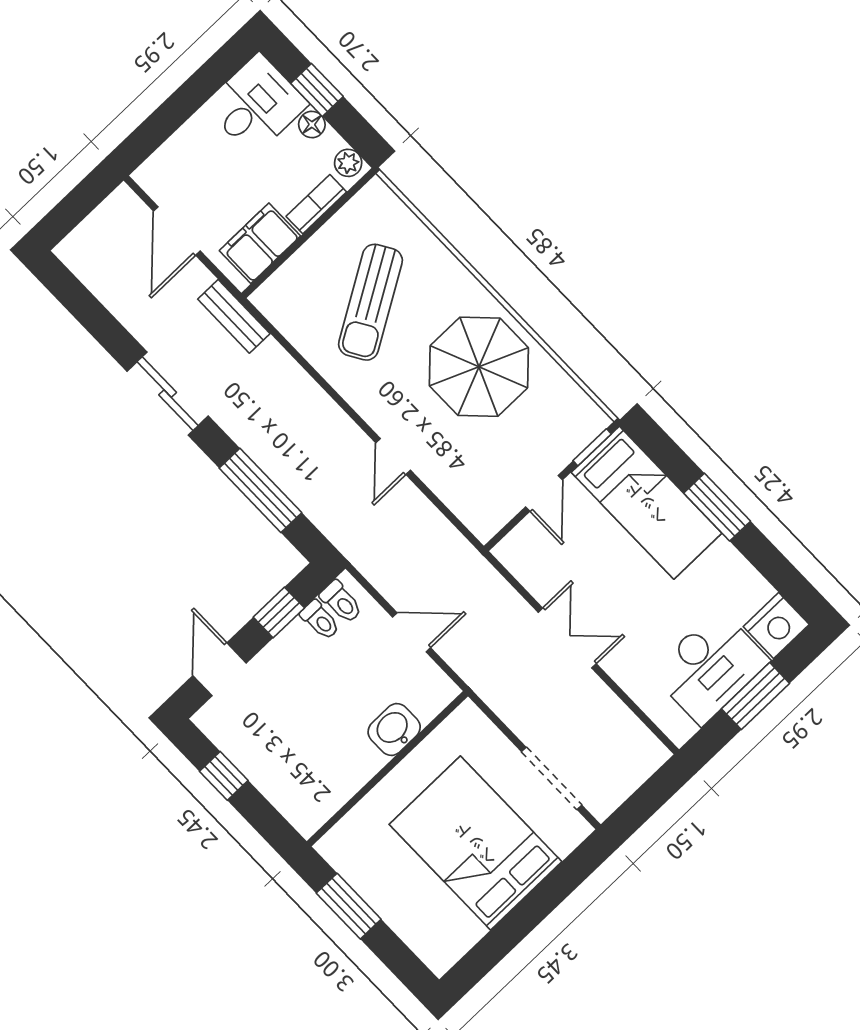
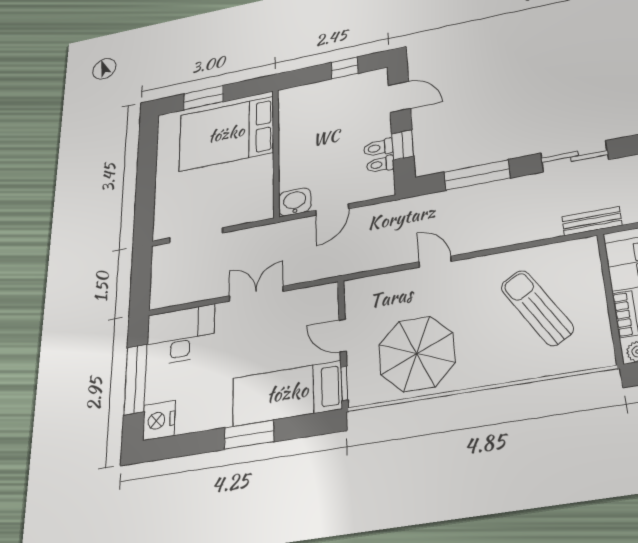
parasol: (479, 367) -> (417, 354), moved
toilet: (341, 602) -> (378, 148), moved
double door: (567, 638) -> (256, 294), swing flipped
desk: (710, 667) -> (180, 335), moved, turned 90
window: (756, 696) -> (136, 379), width x1.44
washbasin: (394, 729) -> (295, 202), moved, turned -90
bed: (476, 843) -> (226, 134), moved, turned 180
window: (349, 906) -> (203, 98), moved

